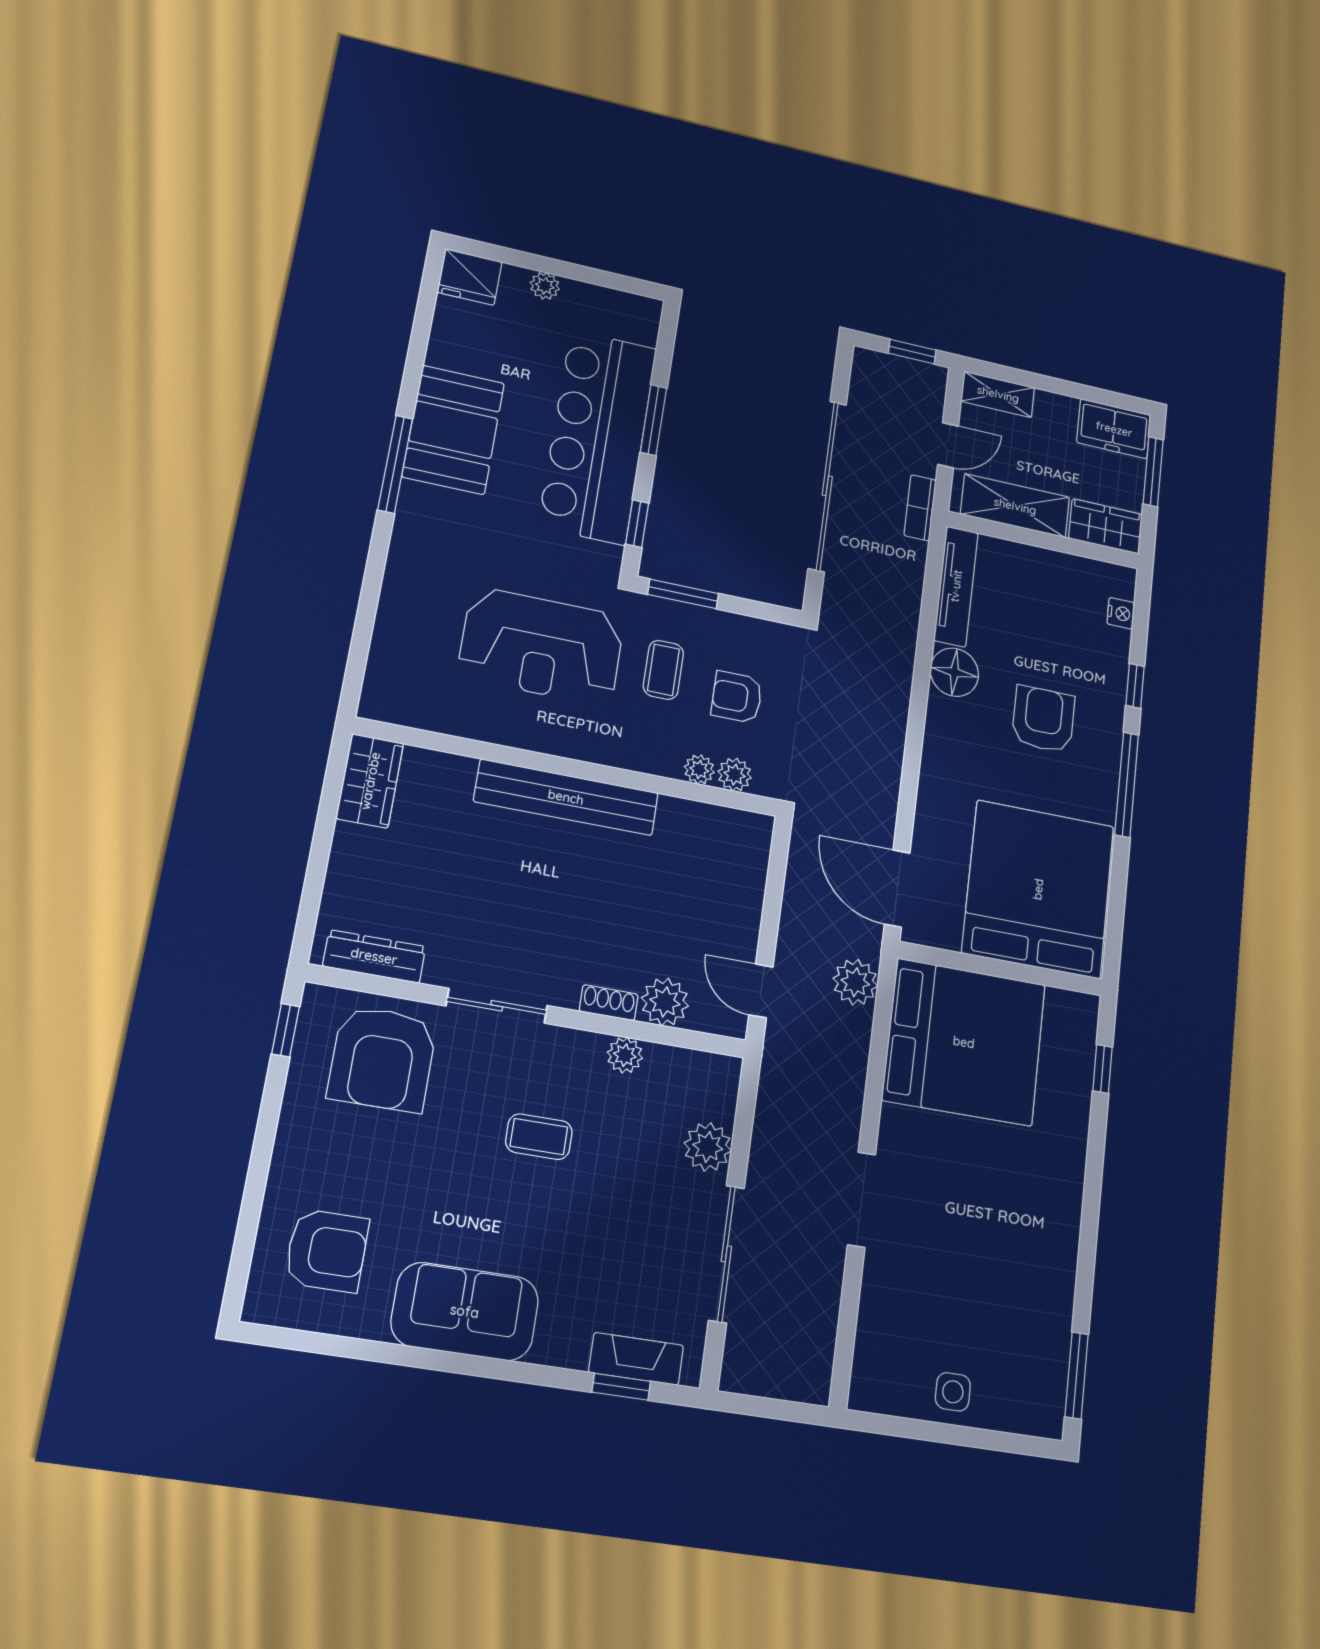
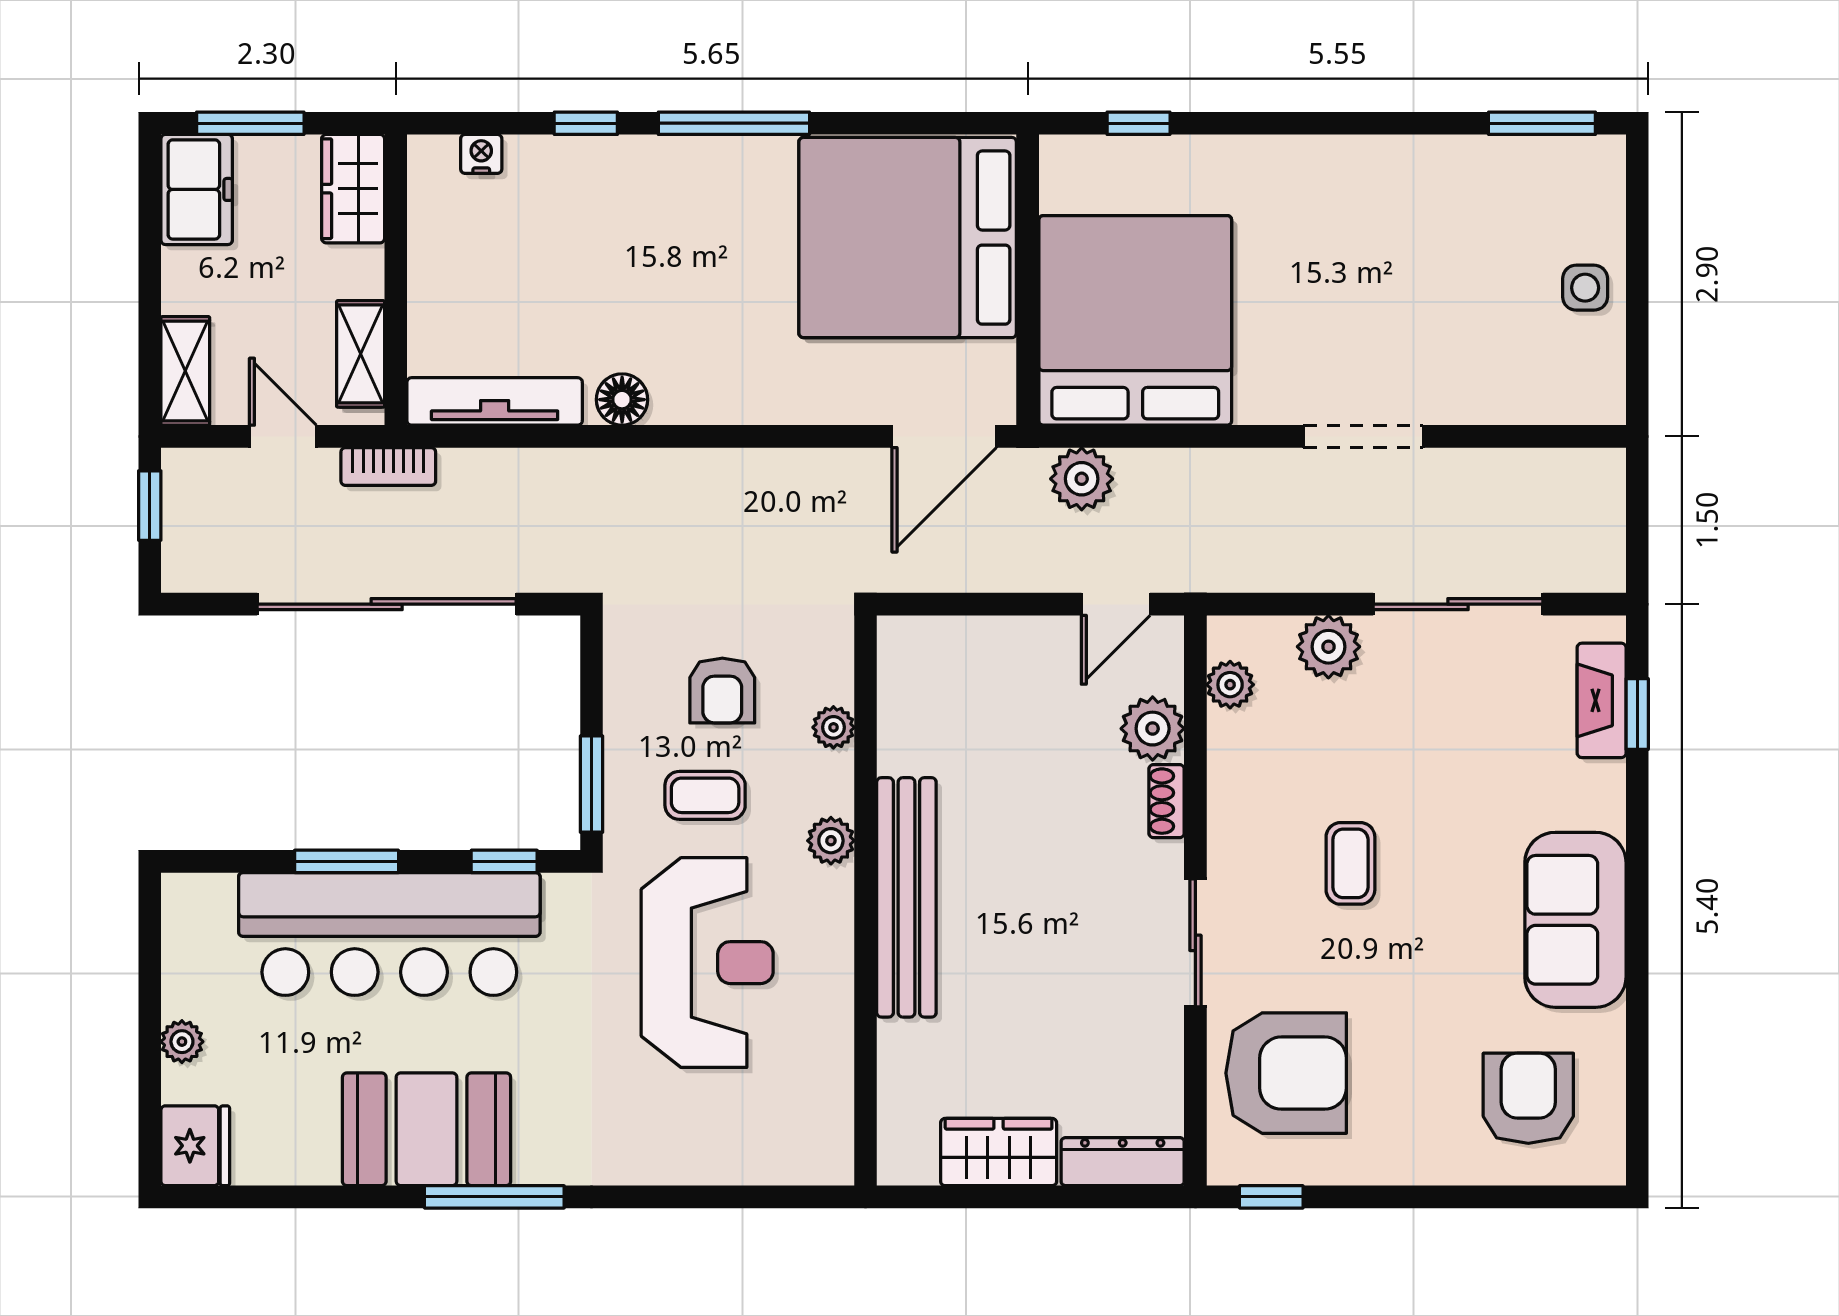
shelving: (1015, 506) -> (361, 354), width x0.67, depth x0.75
floor lamp: (954, 672) -> (622, 400), width x0.73, depth x0.73
armchair: (1043, 719) -> (663, 254), removed
plant: (735, 775) -> (831, 841), moved
wardrobe: (370, 781) -> (999, 1152), moved
dresser: (374, 956) -> (1123, 1162), moved, turned 90
plant: (625, 1055) -> (1230, 685), moved

